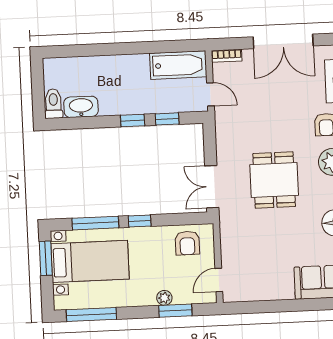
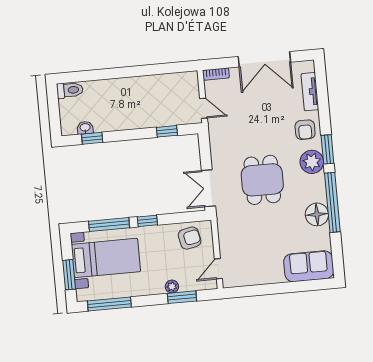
bathtub: (178, 65) -> (174, 84), removed
toilet: (53, 104) -> (70, 90), moved, turned 90
washbasin: (81, 107) -> (85, 128), width x0.52, depth x0.69
window: (133, 121) -> (92, 138), moved
armchair: (187, 243) -> (190, 238), turned -102
window: (46, 258) -> (69, 275), moved

